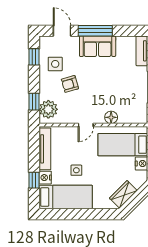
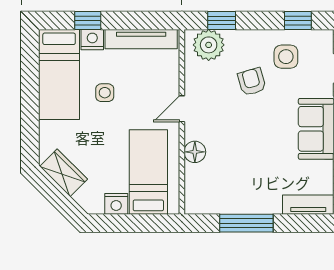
door: (86, 125) -> (182, 109), hinge flipped

